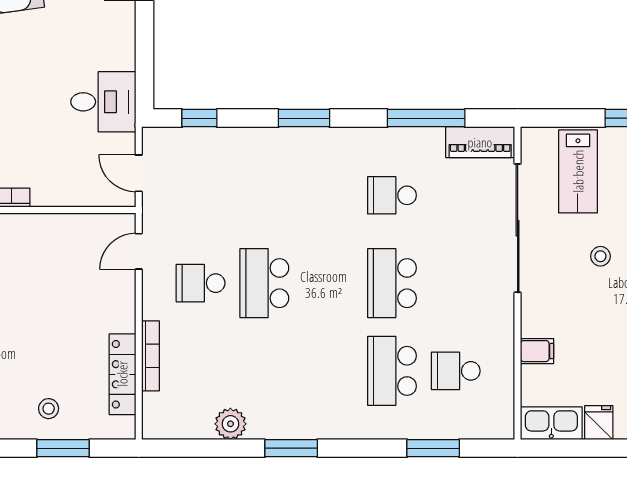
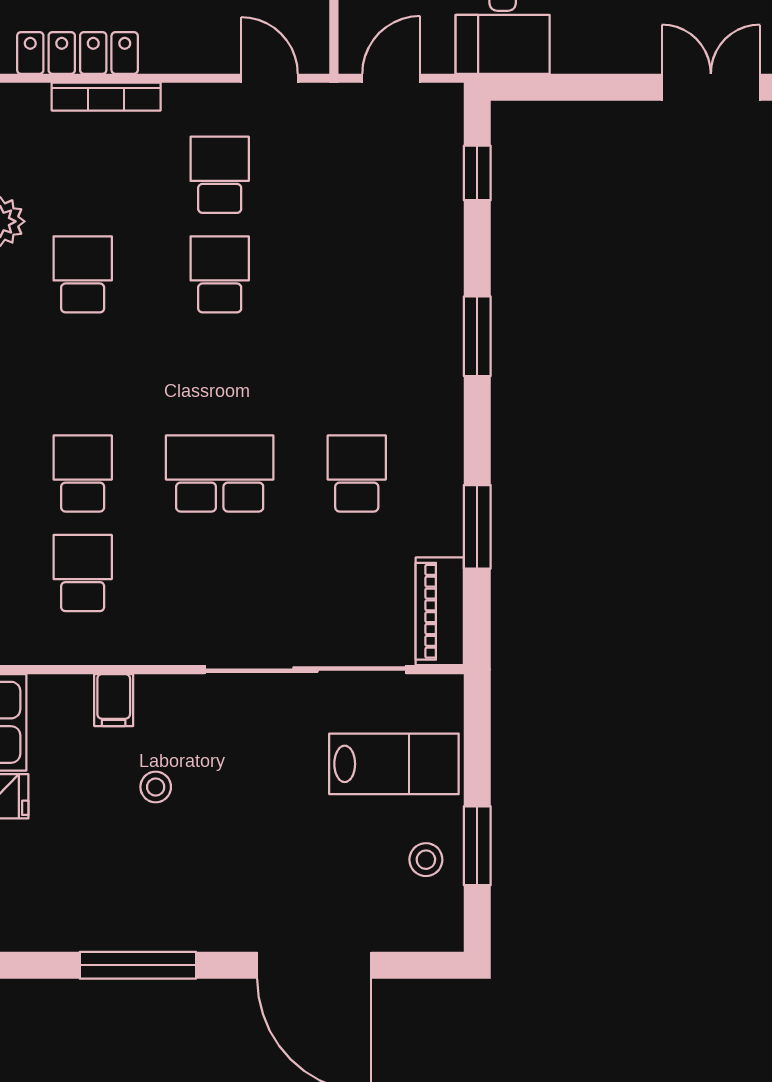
window: (426, 118) -> (477, 527), width x0.69
lab bench: (578, 171) -> (394, 764), turned 180
stool: (600, 256) -> (156, 787), moved
school desk: (264, 283) -> (220, 274), width x0.54
school desk: (264, 371) -> (83, 274), added
school desk: (392, 371) -> (83, 473), width x0.54

